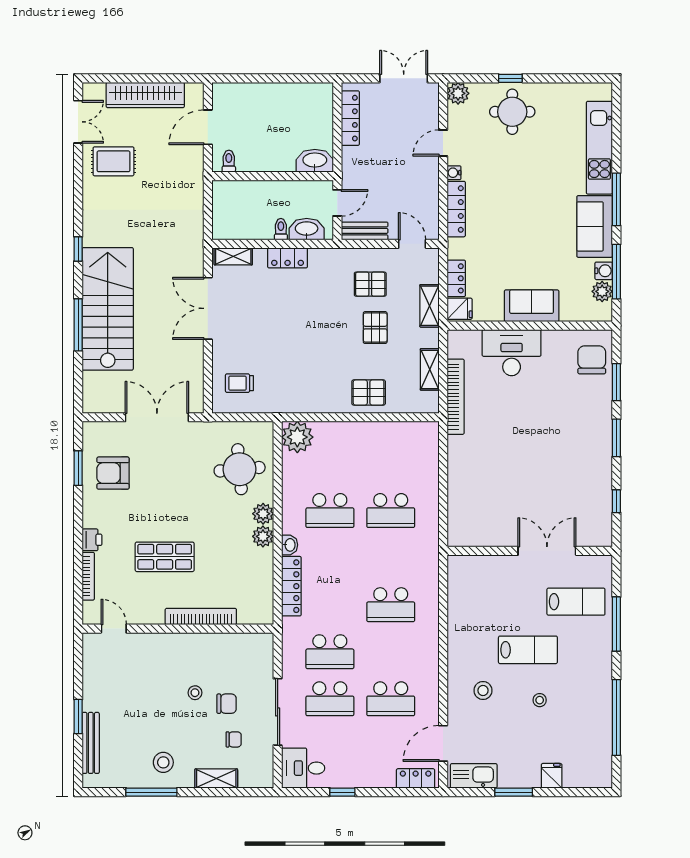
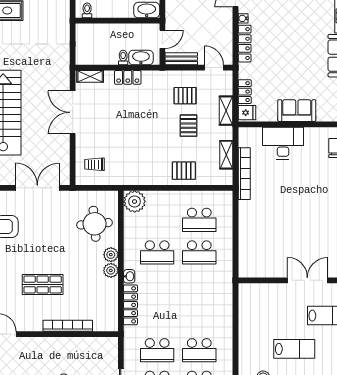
school desk: (391, 463) -> (199, 220), added
school desk: (391, 605) -> (199, 350), moved

